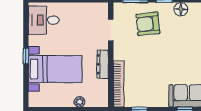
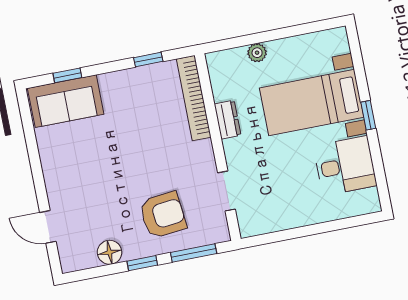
desk: (44, 20) -> (345, 166), moved
dresser: (103, 64) -> (228, 120), width x0.70

